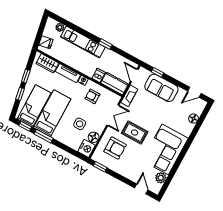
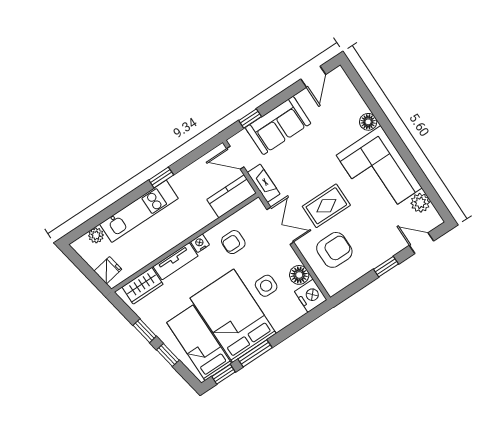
dishwasher: (99, 75) -> (205, 215), removed
bed: (52, 113) -> (233, 316), width x1.50
floor lamp: (193, 119) -> (368, 122), moved
window: (100, 167) -> (386, 267), moved

